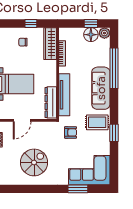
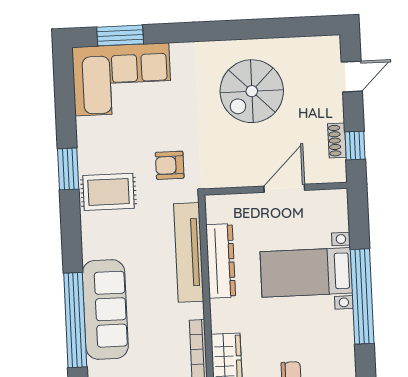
sofa: (101, 88) -> (105, 309), moved
dresser: (51, 102) -> (221, 261), moved
window: (78, 189) -> (120, 35), moved

